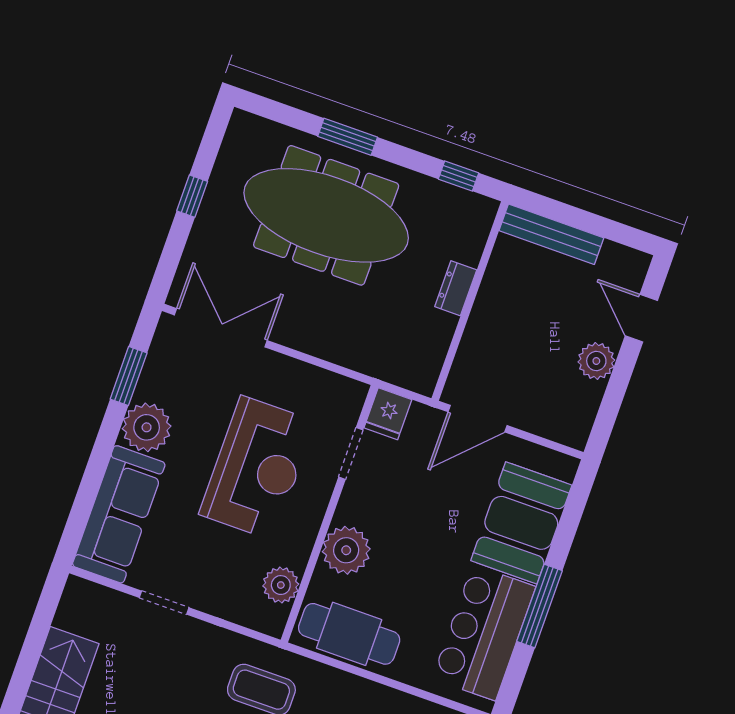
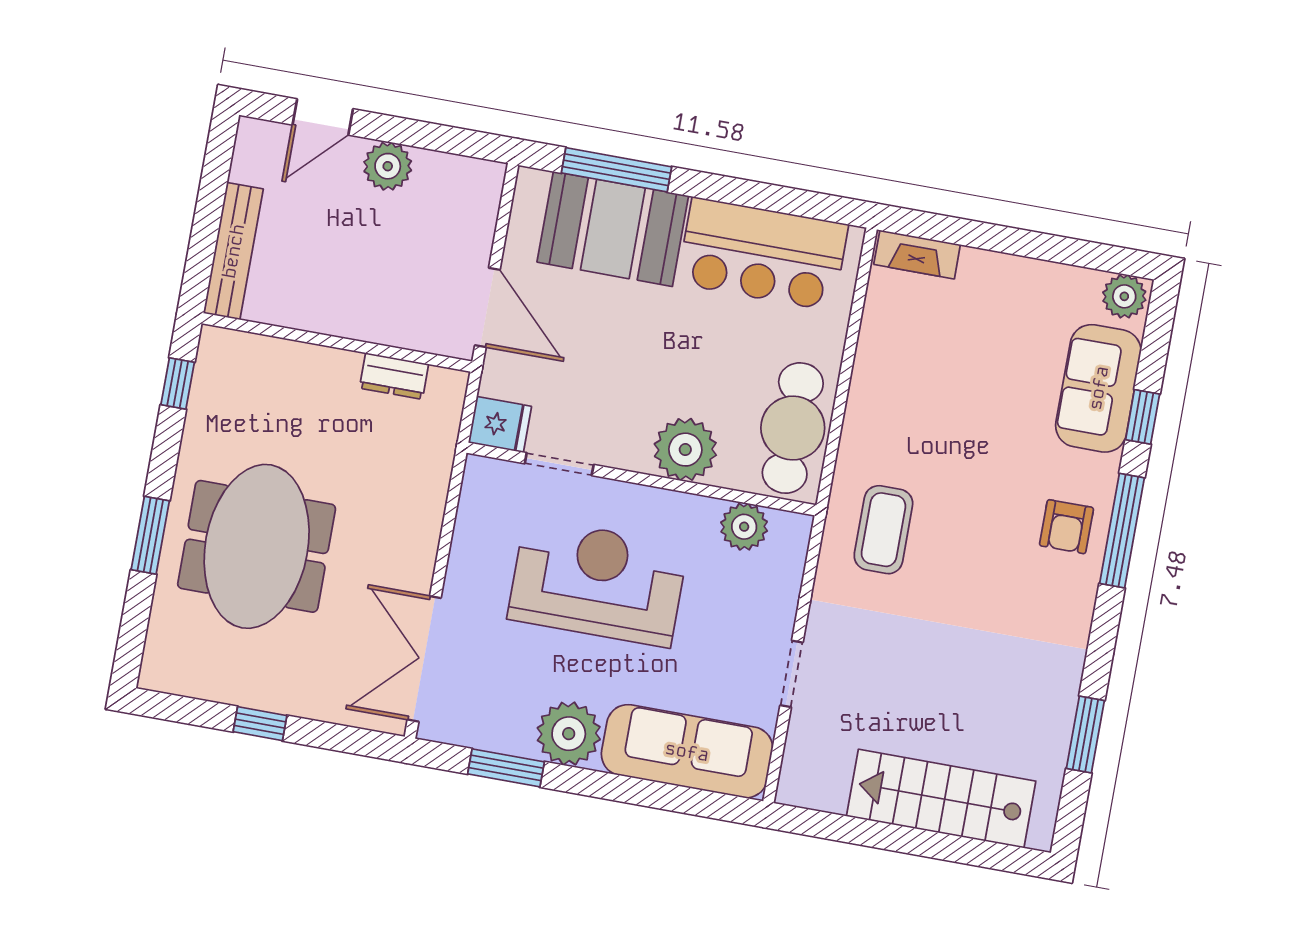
meeting table: (326, 215) -> (257, 546), width x0.73
dresser: (456, 288) -> (394, 376), moved
window: (540, 606) -> (617, 170), moved

